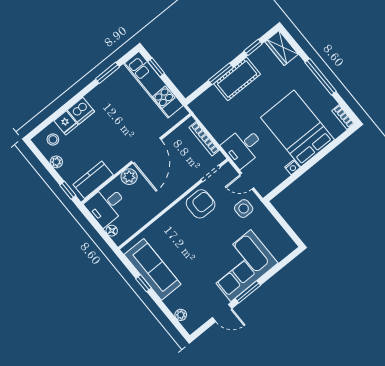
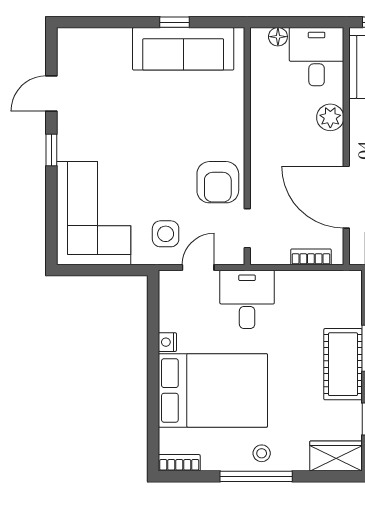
stool: (308, 83) -> (262, 453), added
bookcase: (204, 139) -> (311, 257), width x0.64
door: (146, 150) -> (346, 197), moved
corner sofa: (241, 266) -> (94, 213), moved
window: (248, 292) -> (51, 150), width x0.67
plant: (181, 315) -> (93, 37), removed

